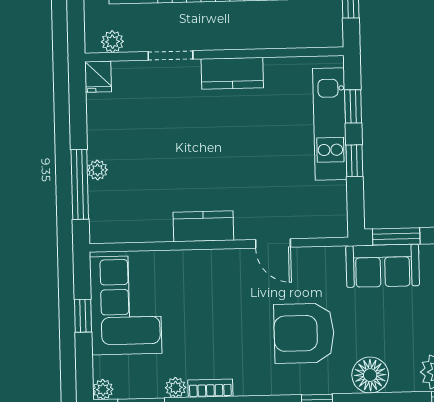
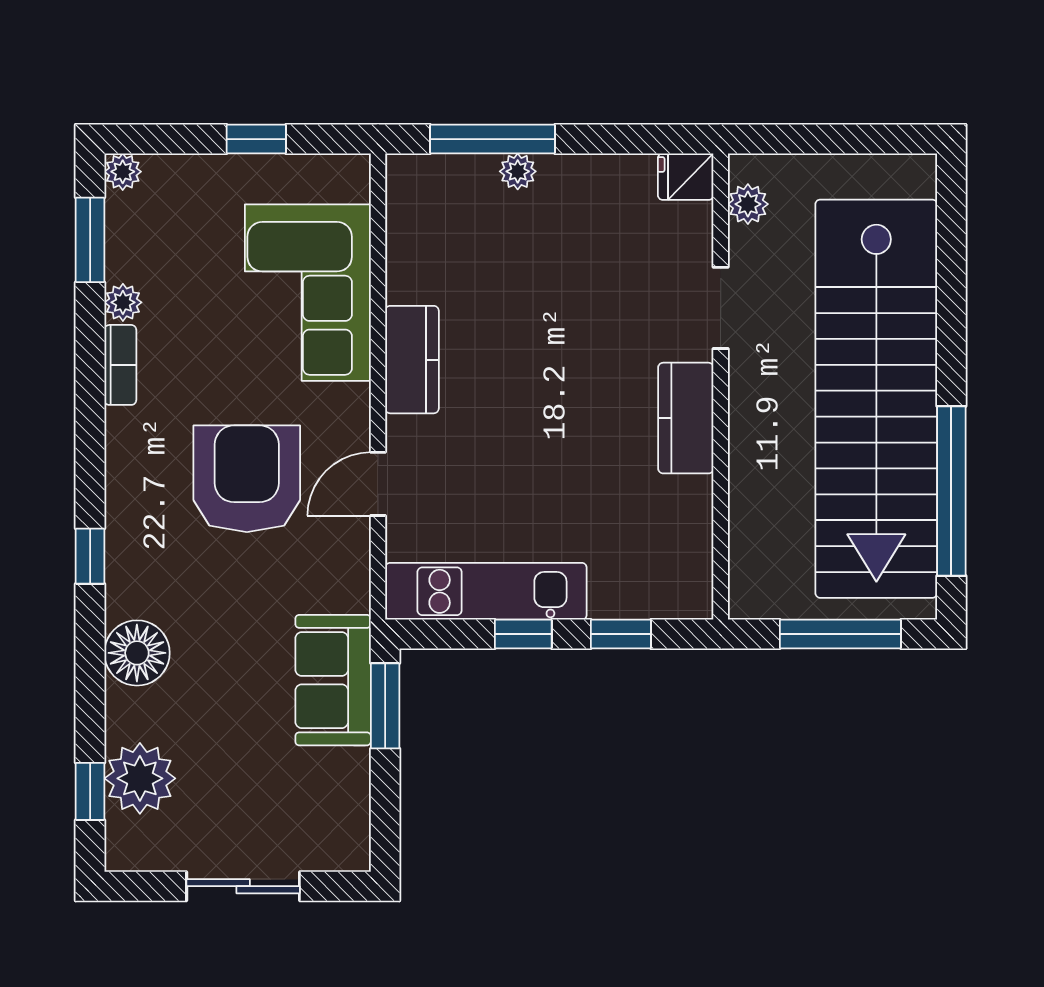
kitchen unit: (330, 124) -> (486, 591), moved
corner sofa: (126, 305) -> (308, 293), moved, turned 90
armchair: (304, 333) -> (247, 479), moved

